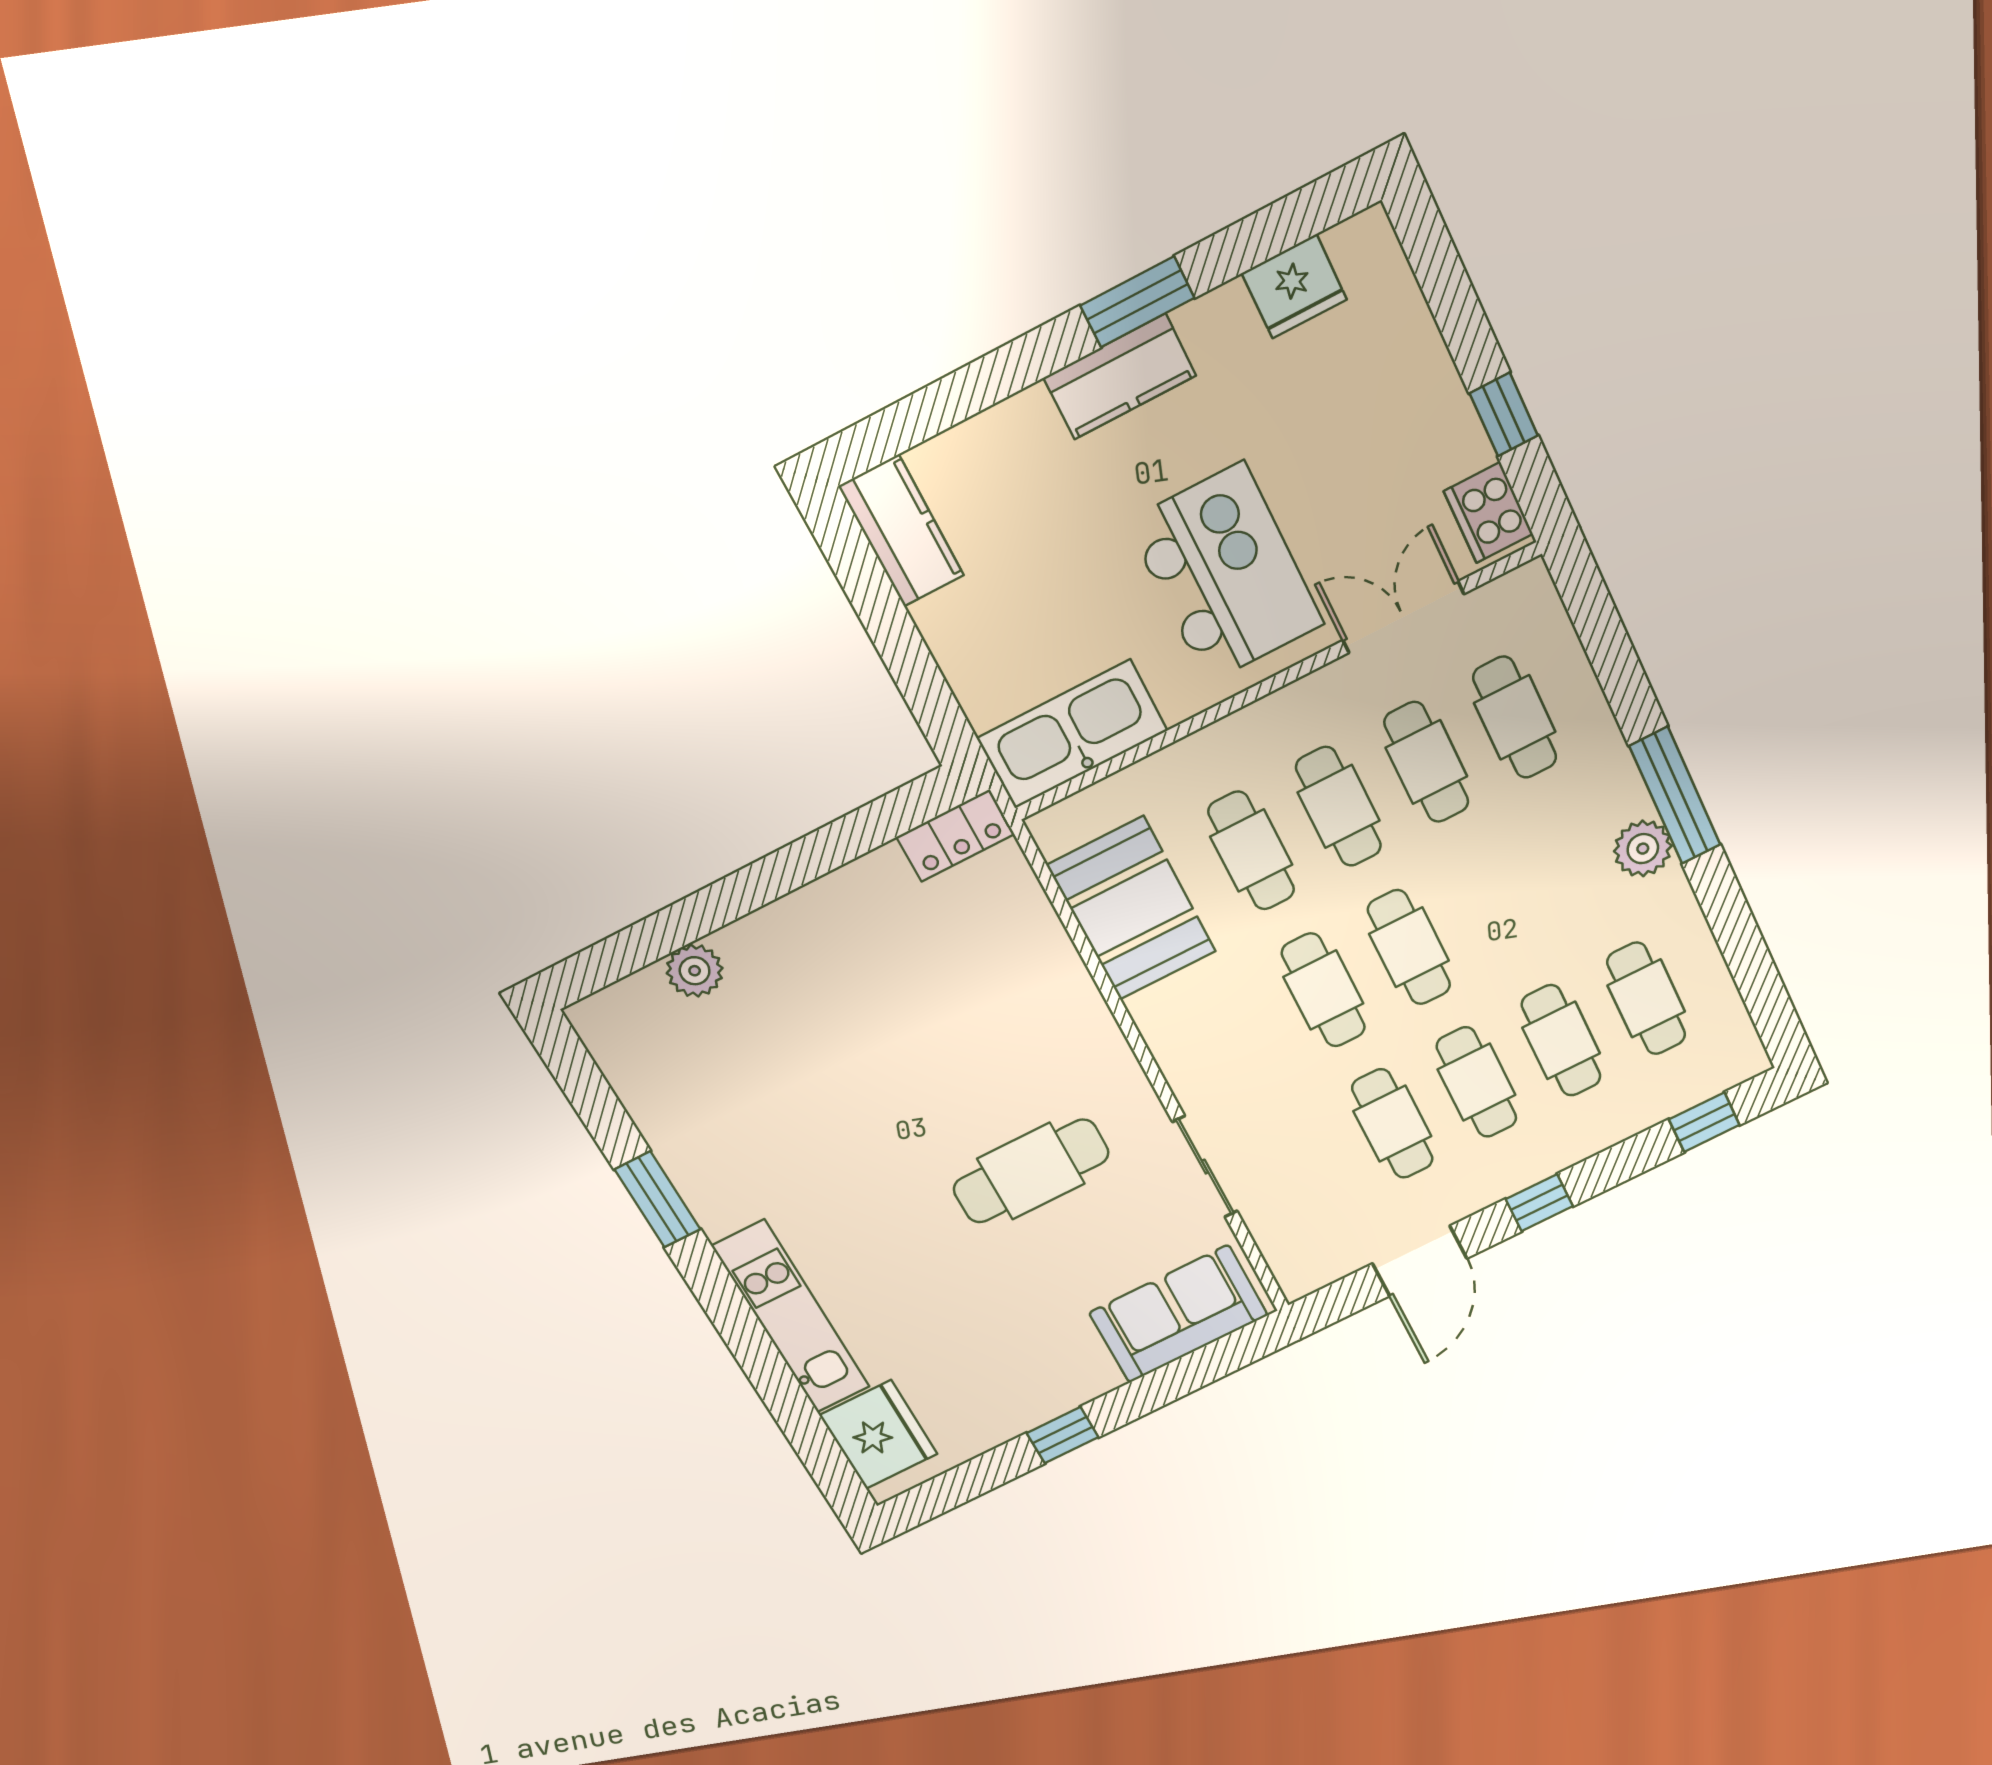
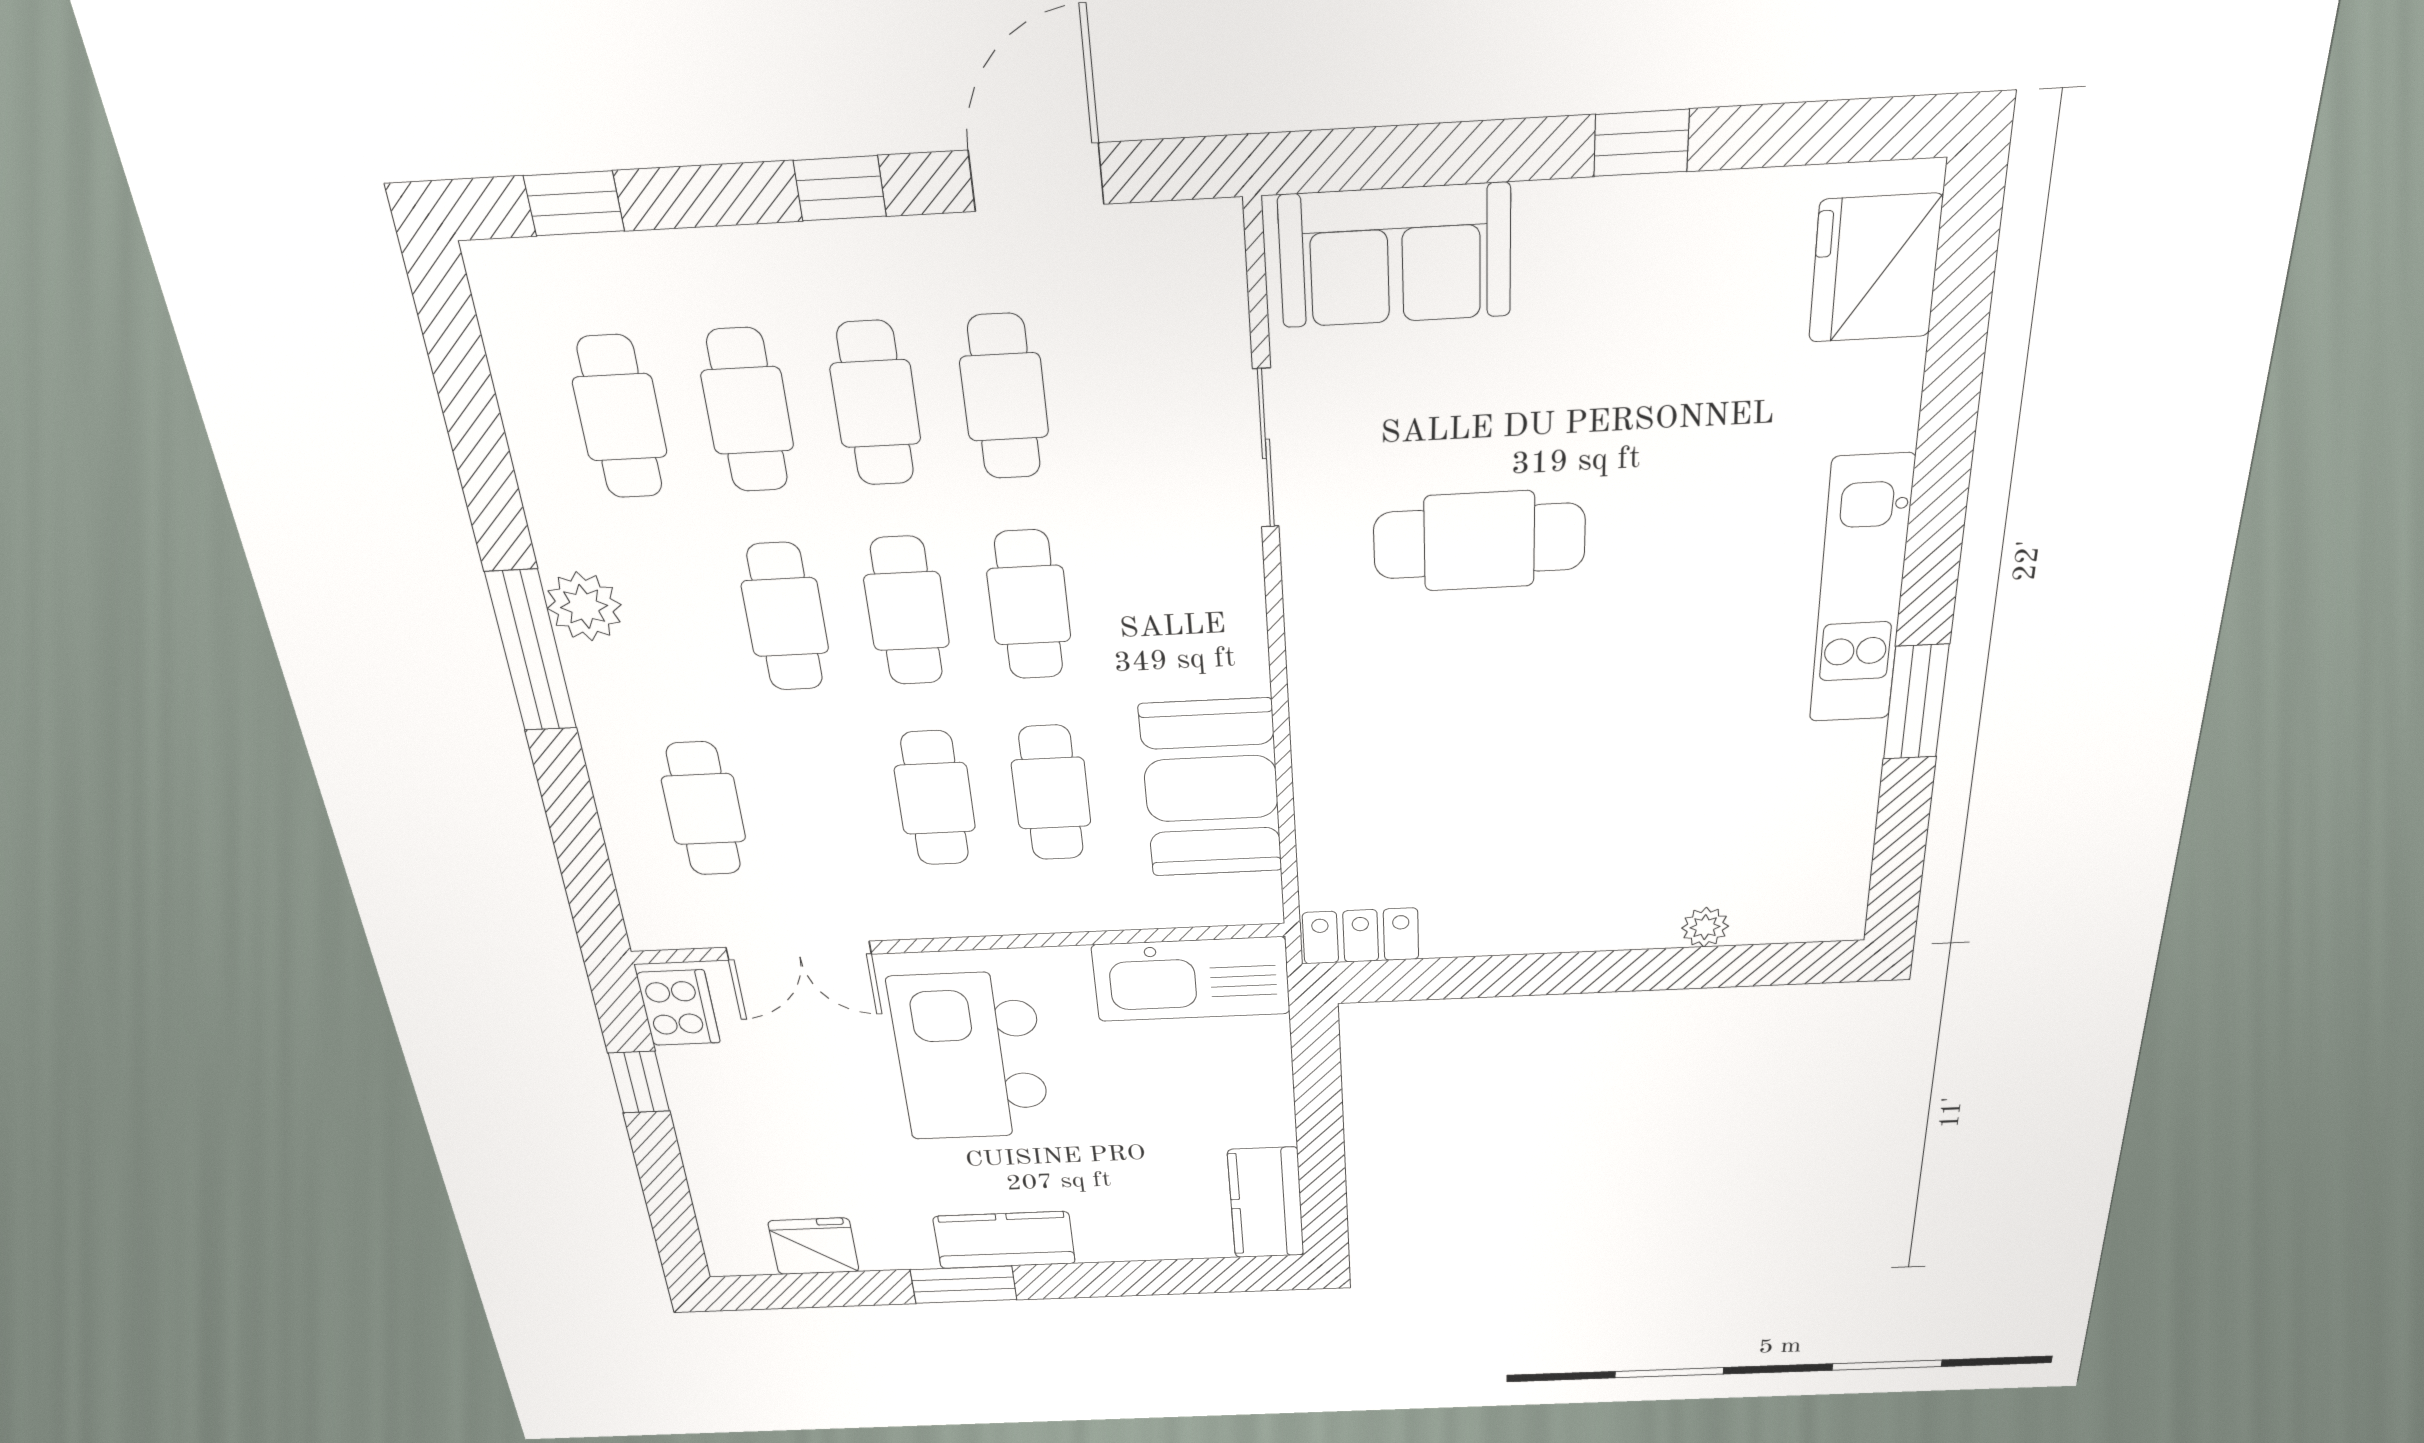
cafe table: (1426, 762) -> (785, 617), moved
plant: (695, 971) -> (1705, 927), width x0.73, depth x0.73
kitchen unit: (791, 1317) -> (1861, 591), moved

